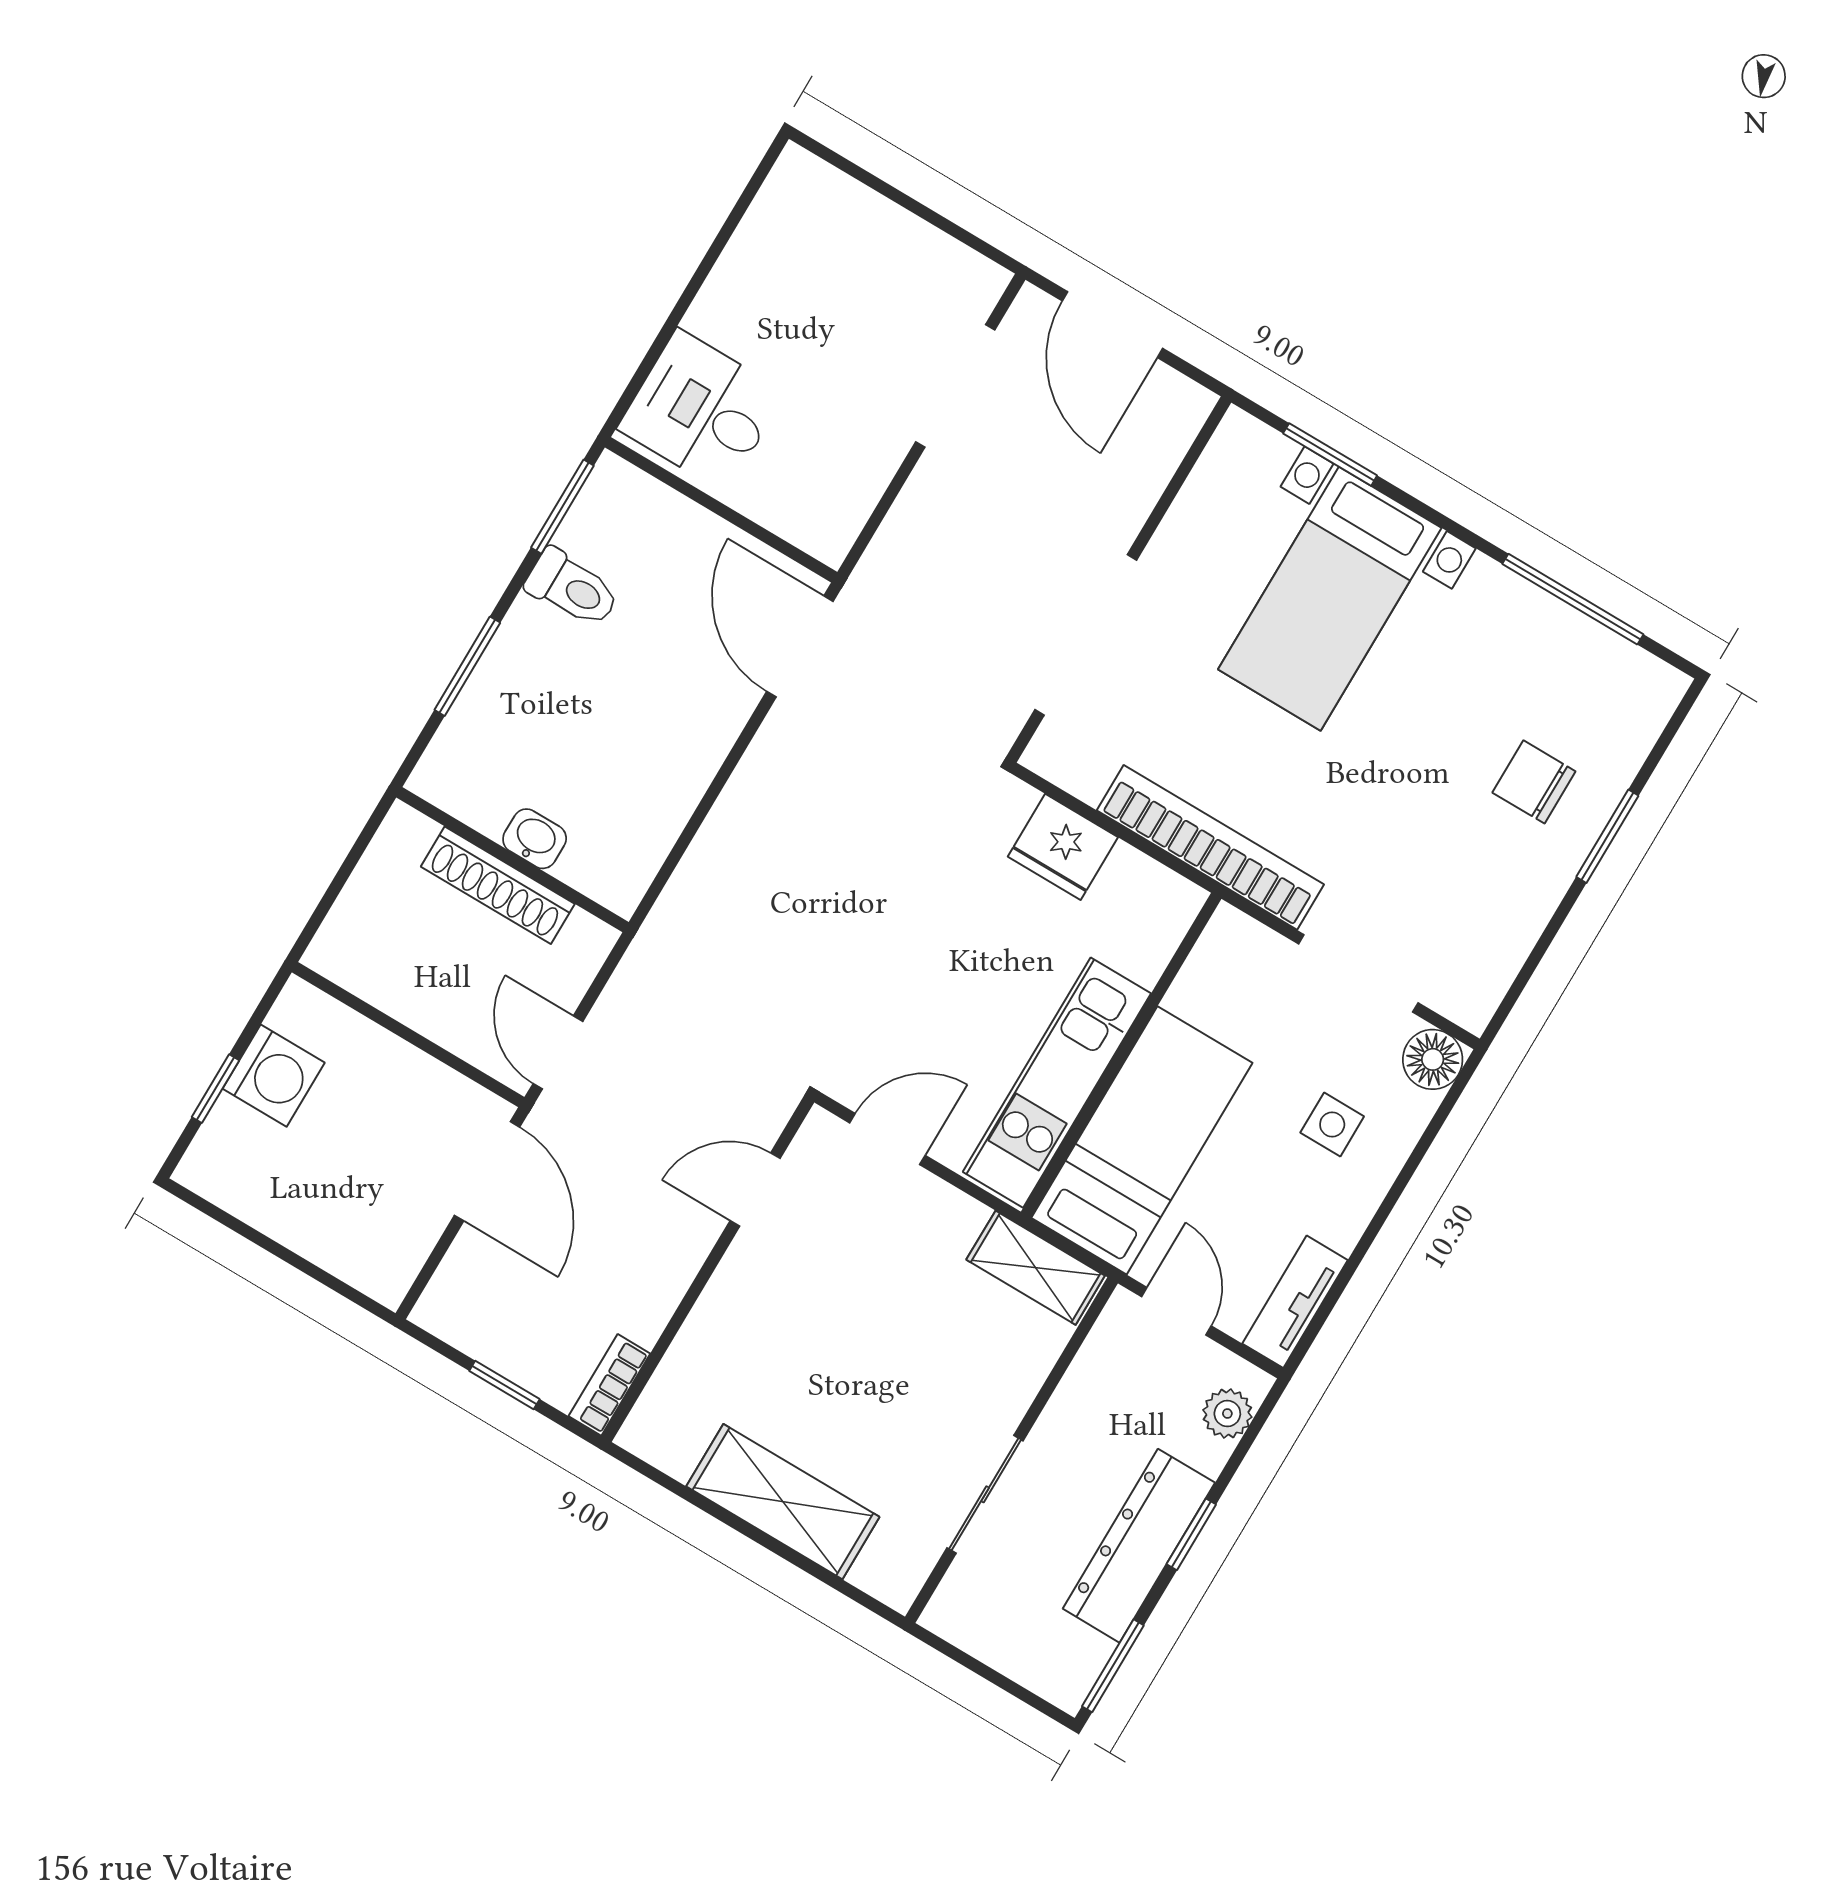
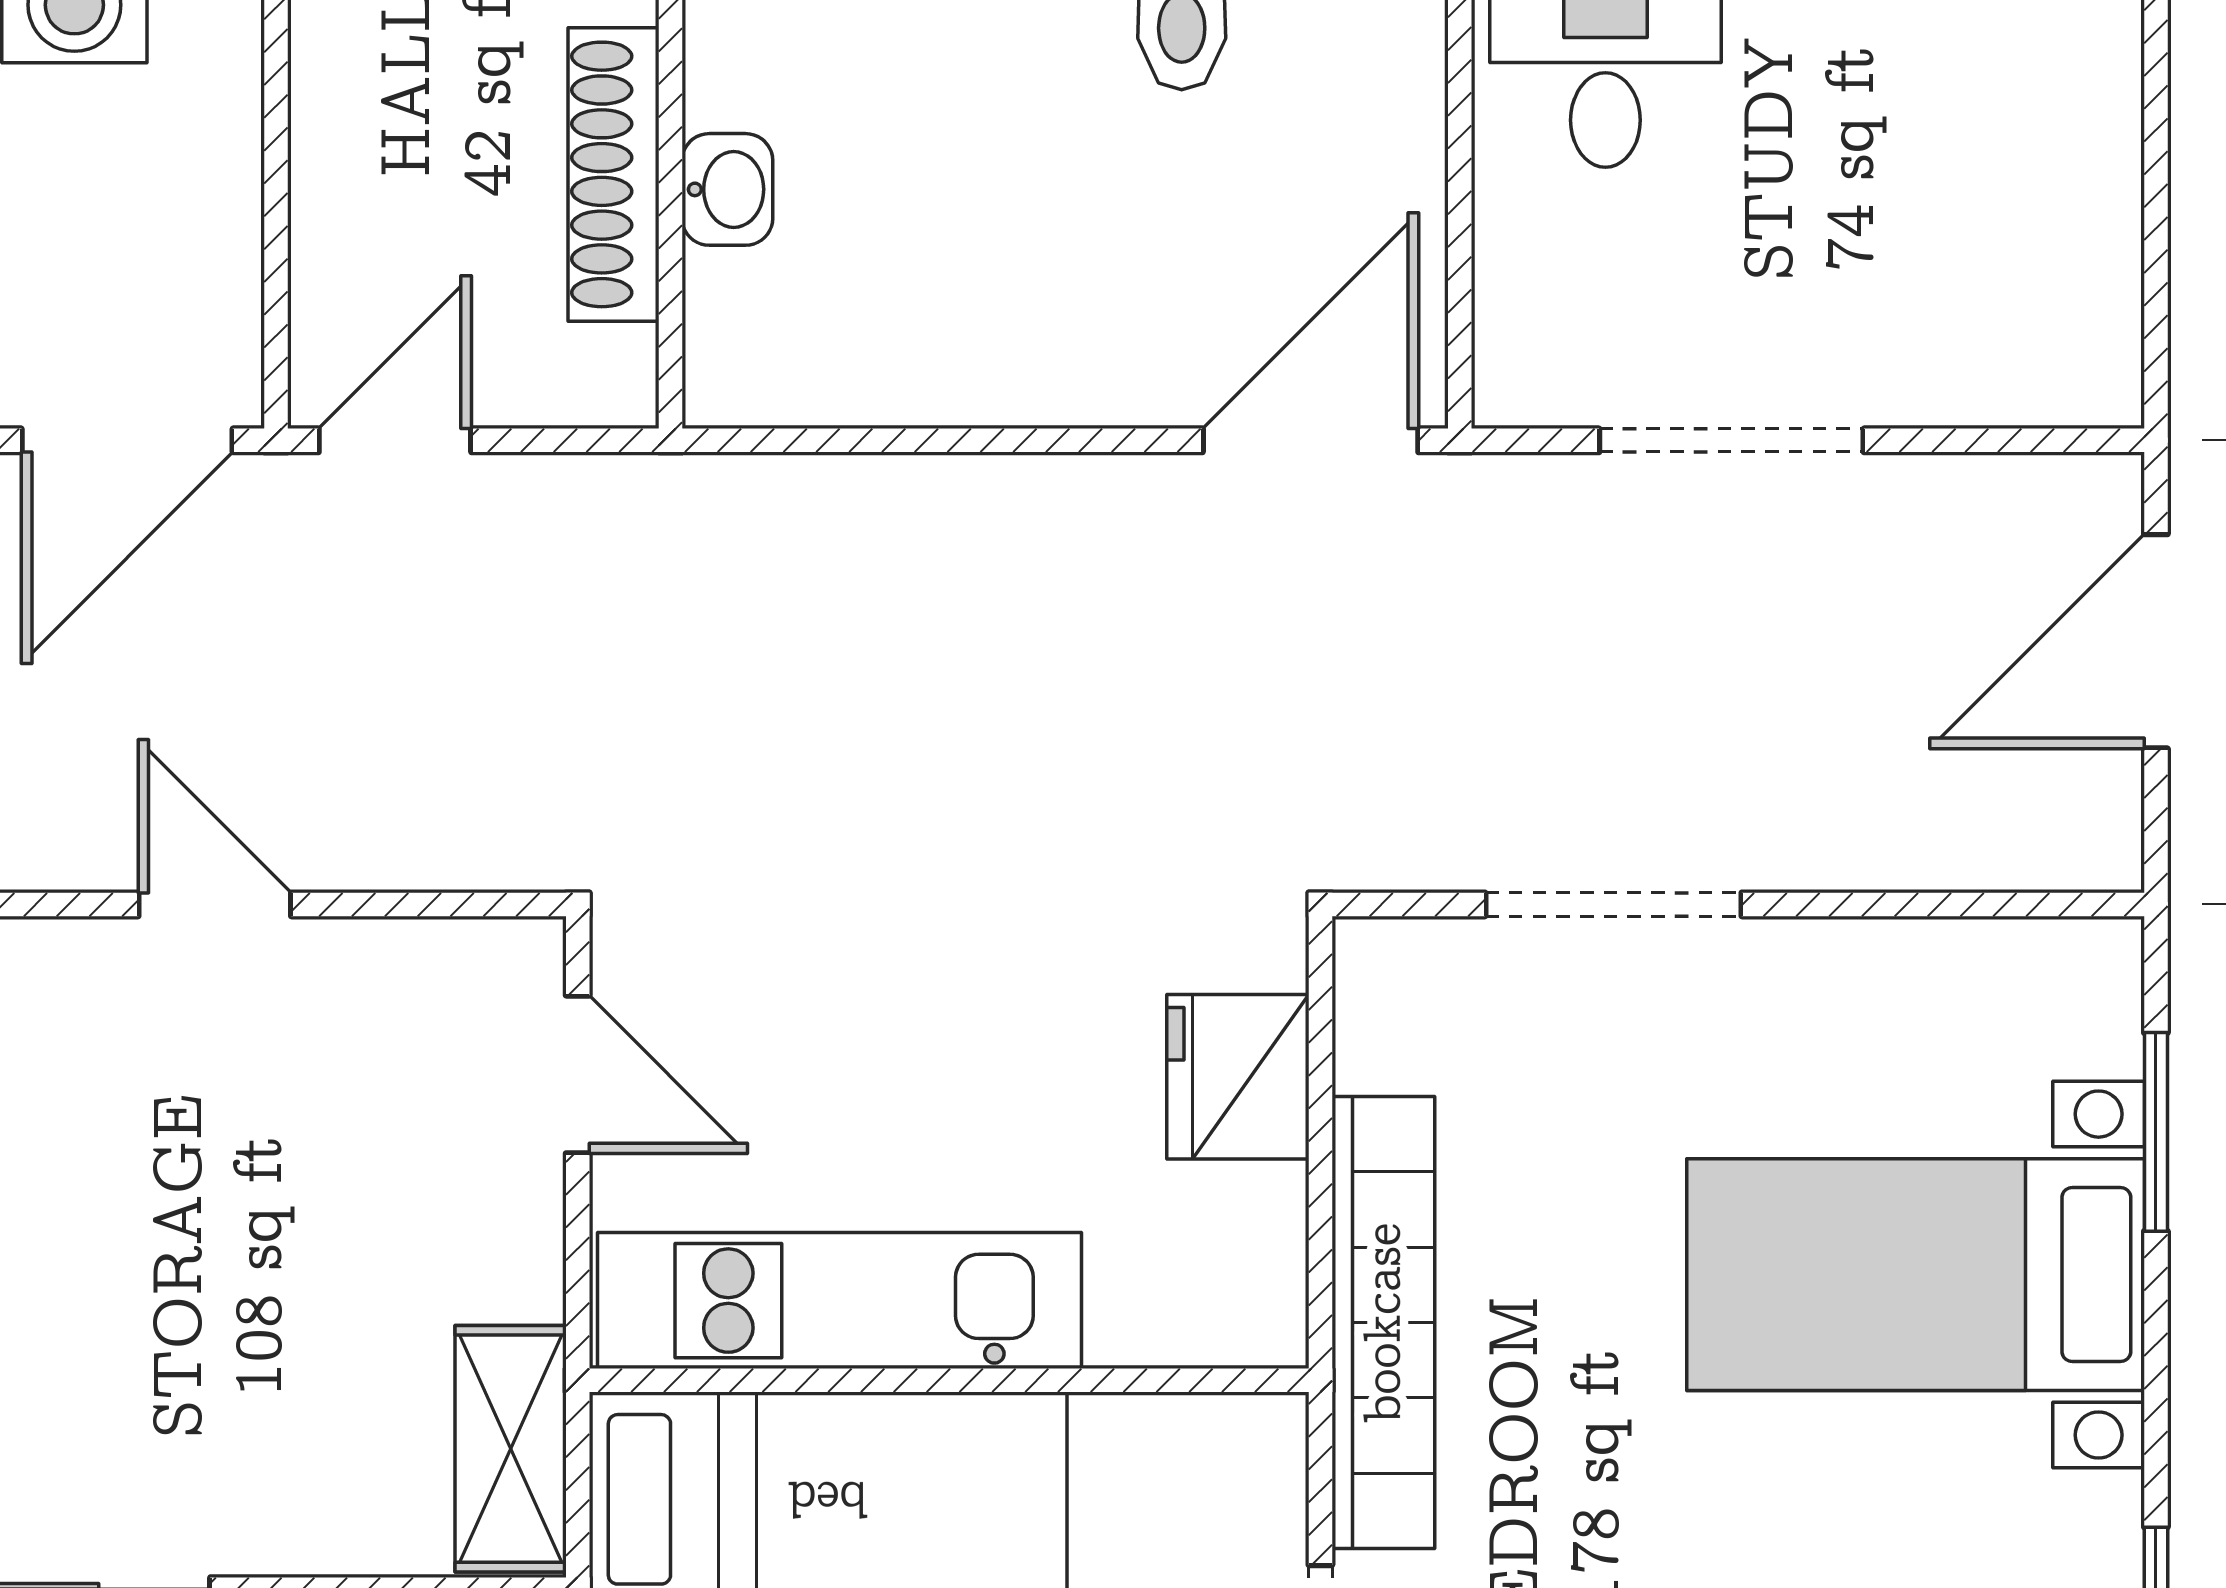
doorway: (955, 386) -> (1731, 440), moved
doorway: (1086, 635) -> (1613, 904), width x0.73
door: (755, 1190) -> (215, 904), moved

